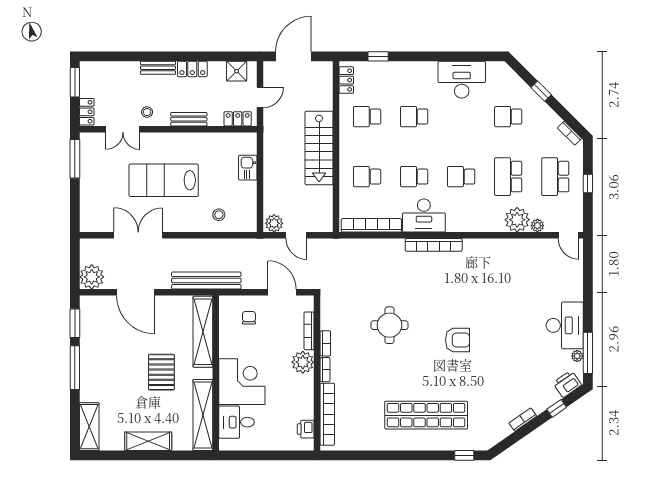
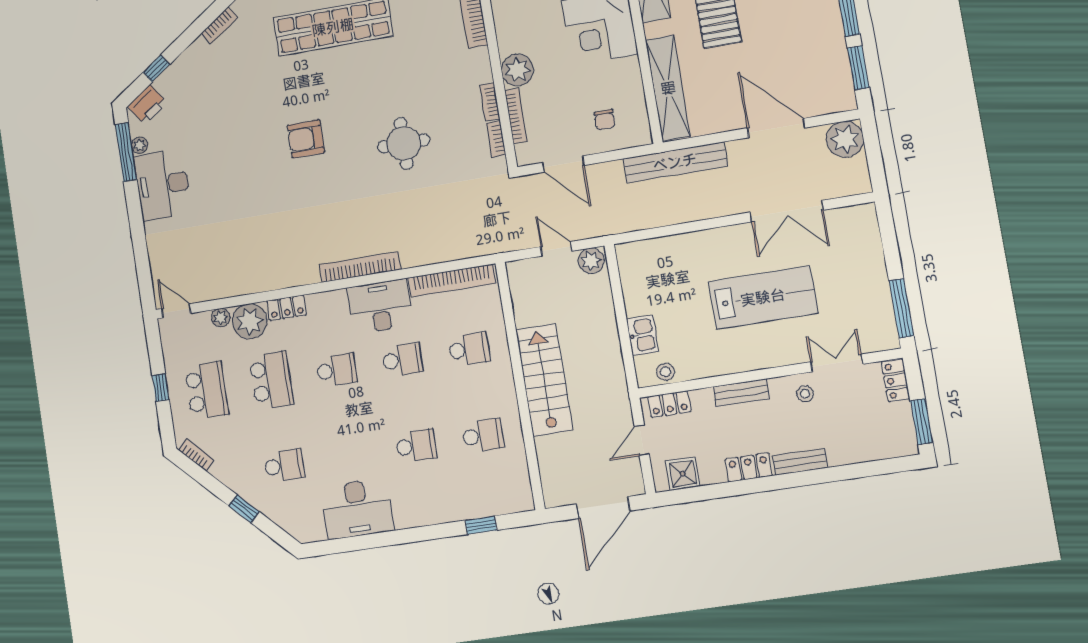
locker: (346, 80) -> (287, 308), moved, turned -90
stool: (219, 215) -> (665, 372), moved
bookcase: (325, 370) -> (496, 139), moved
bookcase: (523, 420) -> (220, 25), moved

